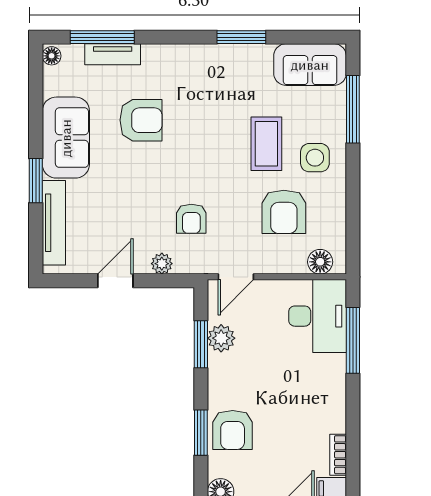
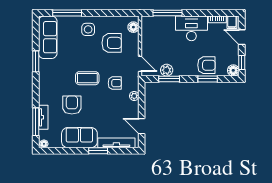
sofa: (310, 65) -> (48, 37), width x1.36
coffee table: (266, 144) -> (87, 78), moved
door: (115, 281) -> (142, 126), moved
desk: (318, 316) -> (191, 28), moved

